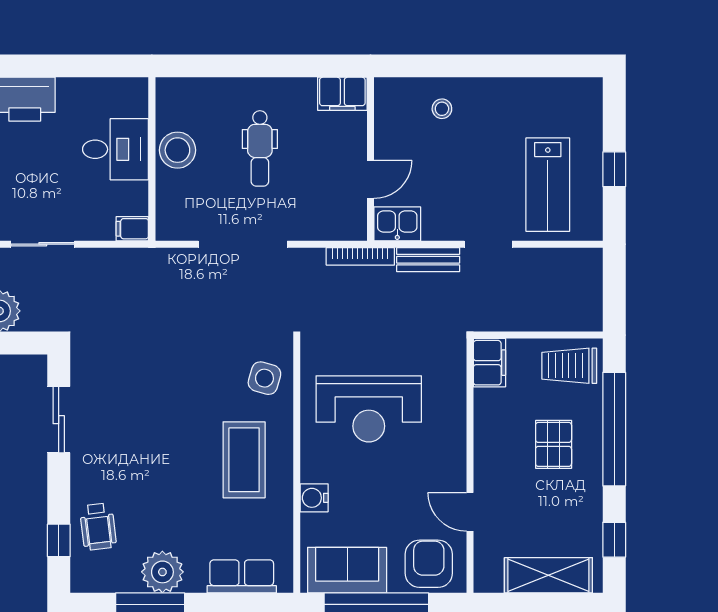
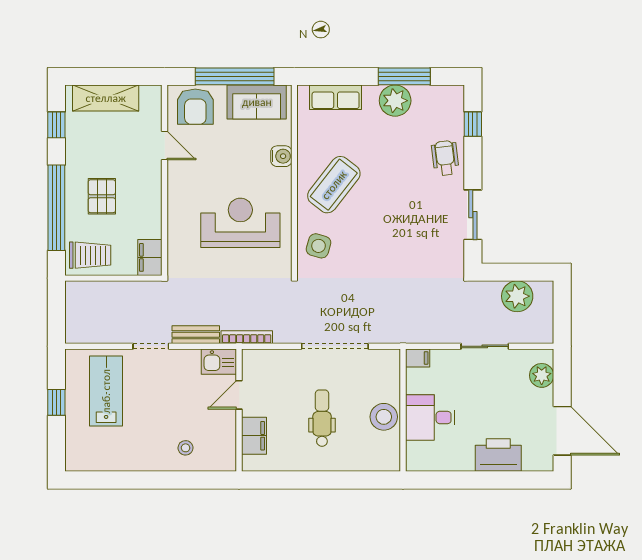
filing cabinet: (342, 94) -> (254, 436), moved, turned 90
coffee table: (244, 460) -> (334, 185), turned 38
wheelchair: (98, 527) -> (445, 158), moved

